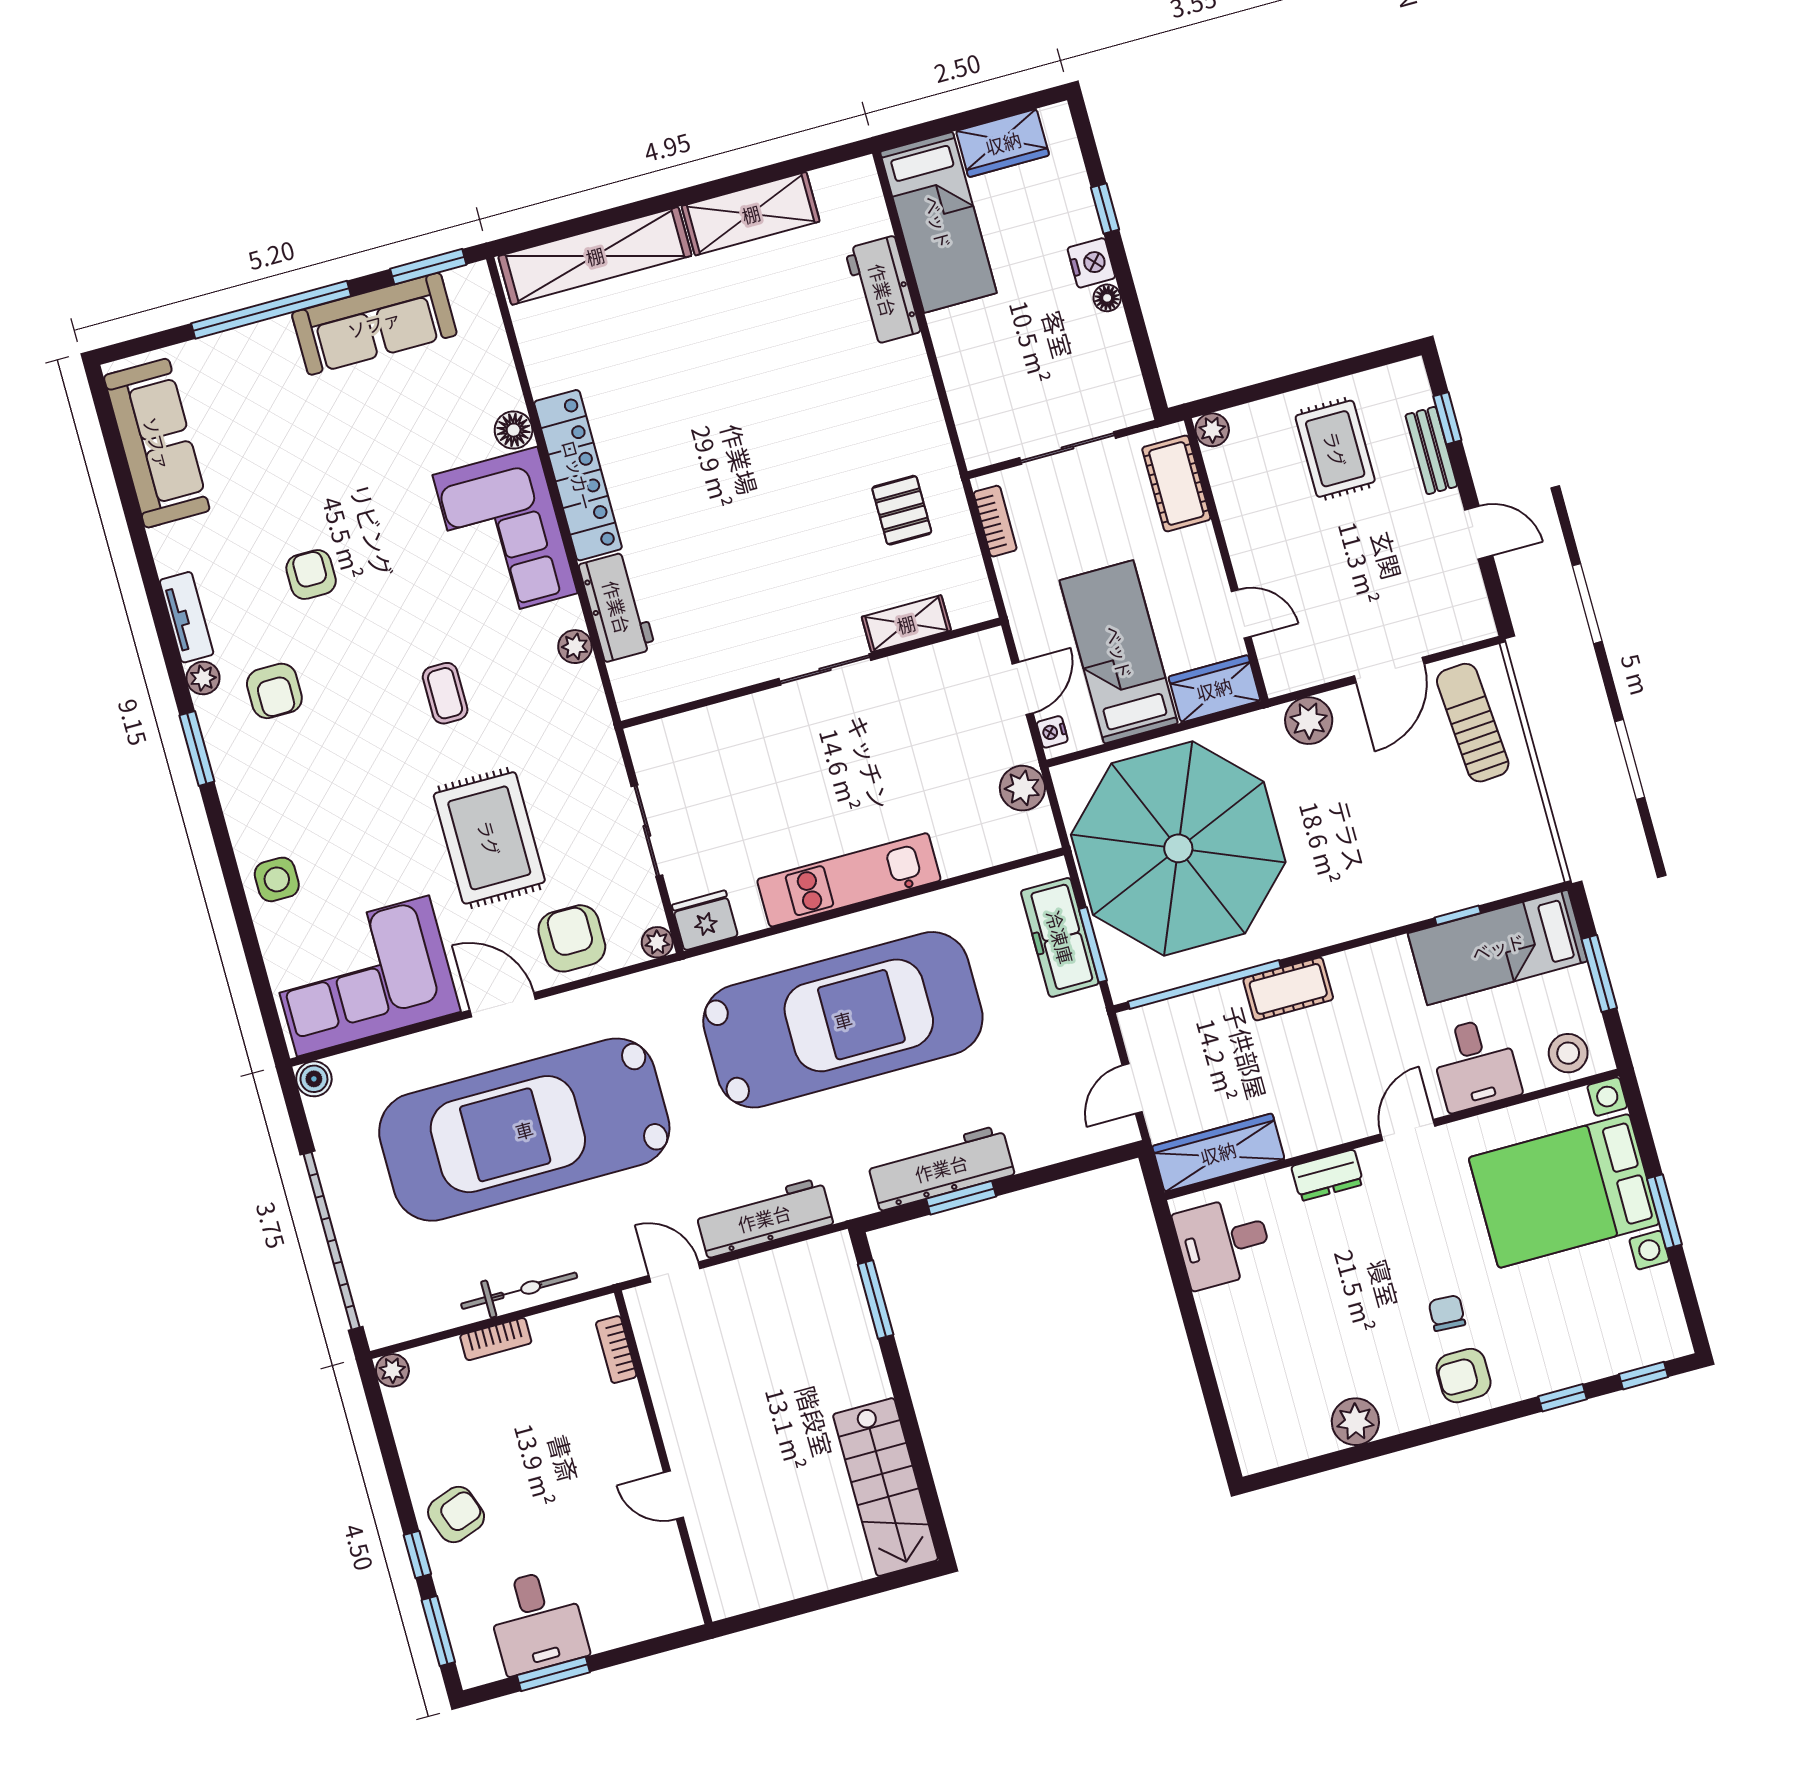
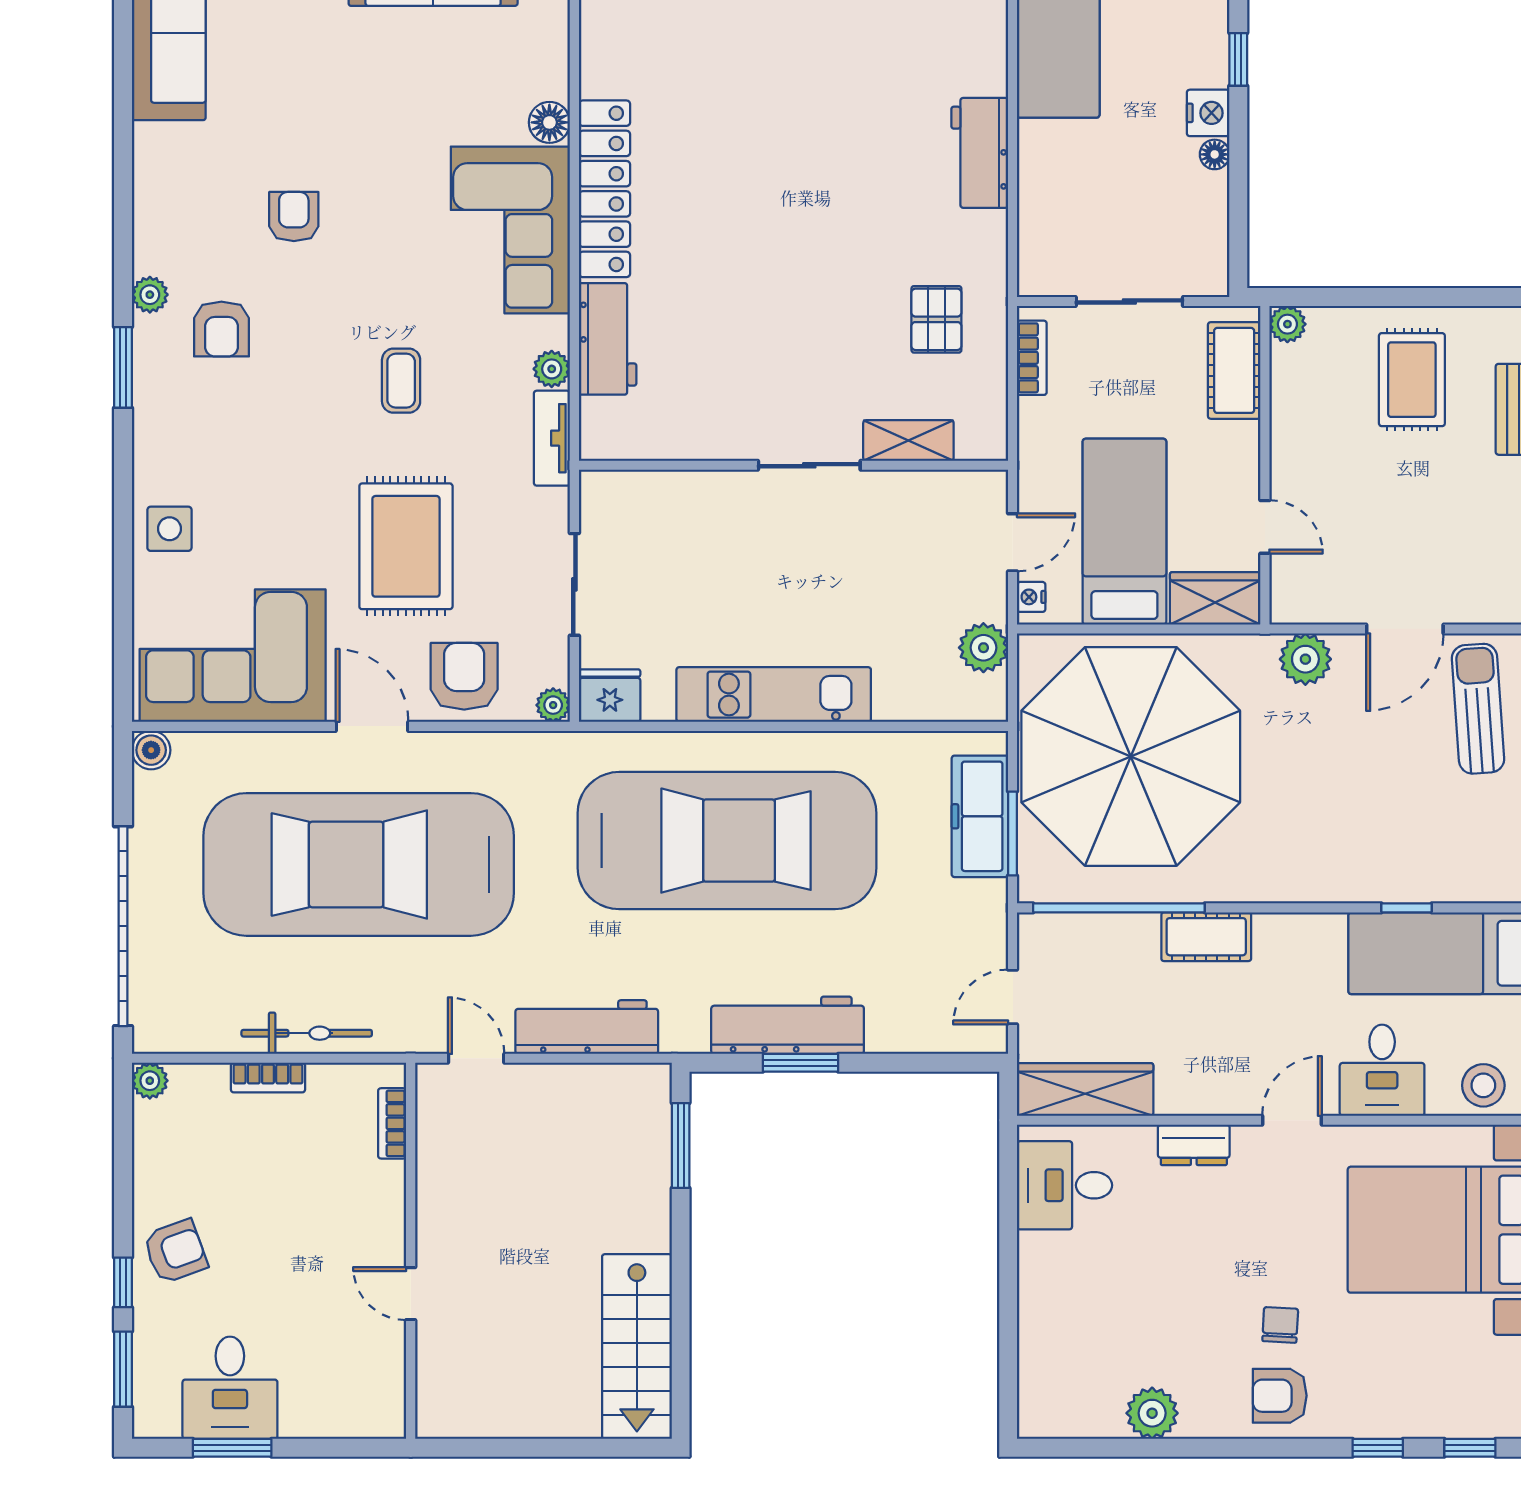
workbench: (883, 290) -> (980, 153), moved
tv unit: (187, 617) -> (552, 438), moved, turned 180

